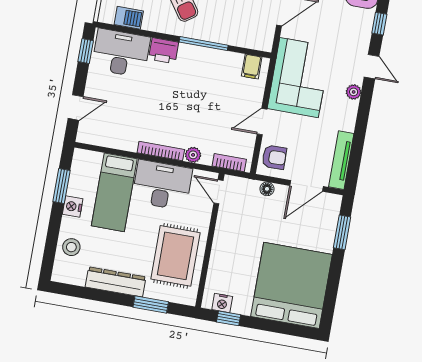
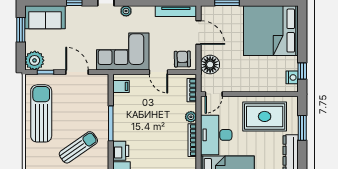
floor lamp: (267, 189) -> (210, 65), width x1.89, depth x1.89

